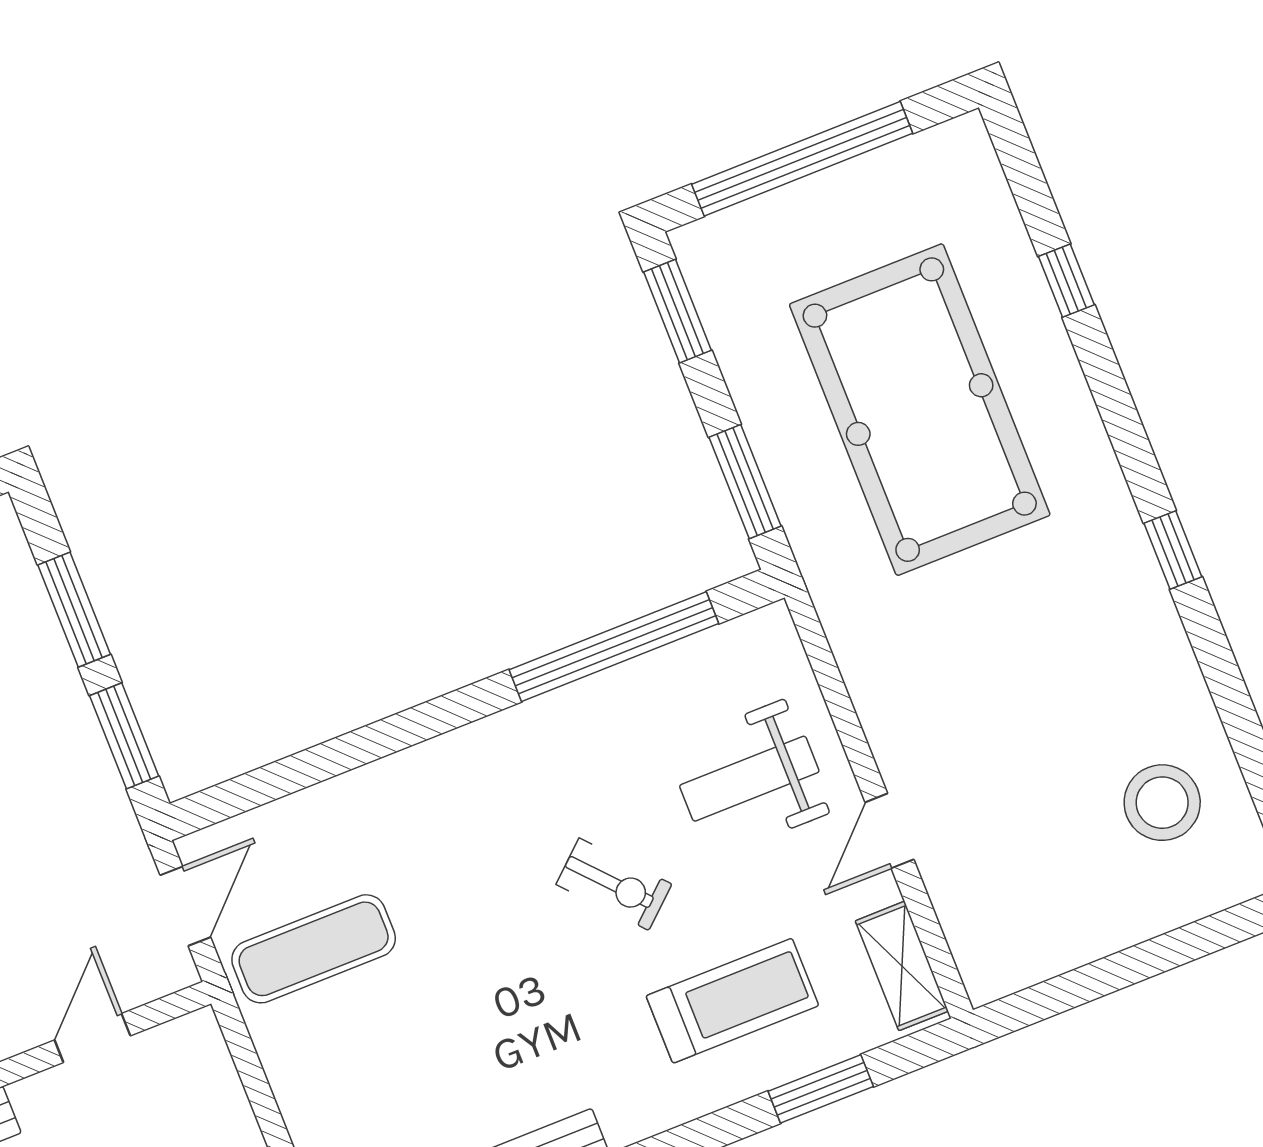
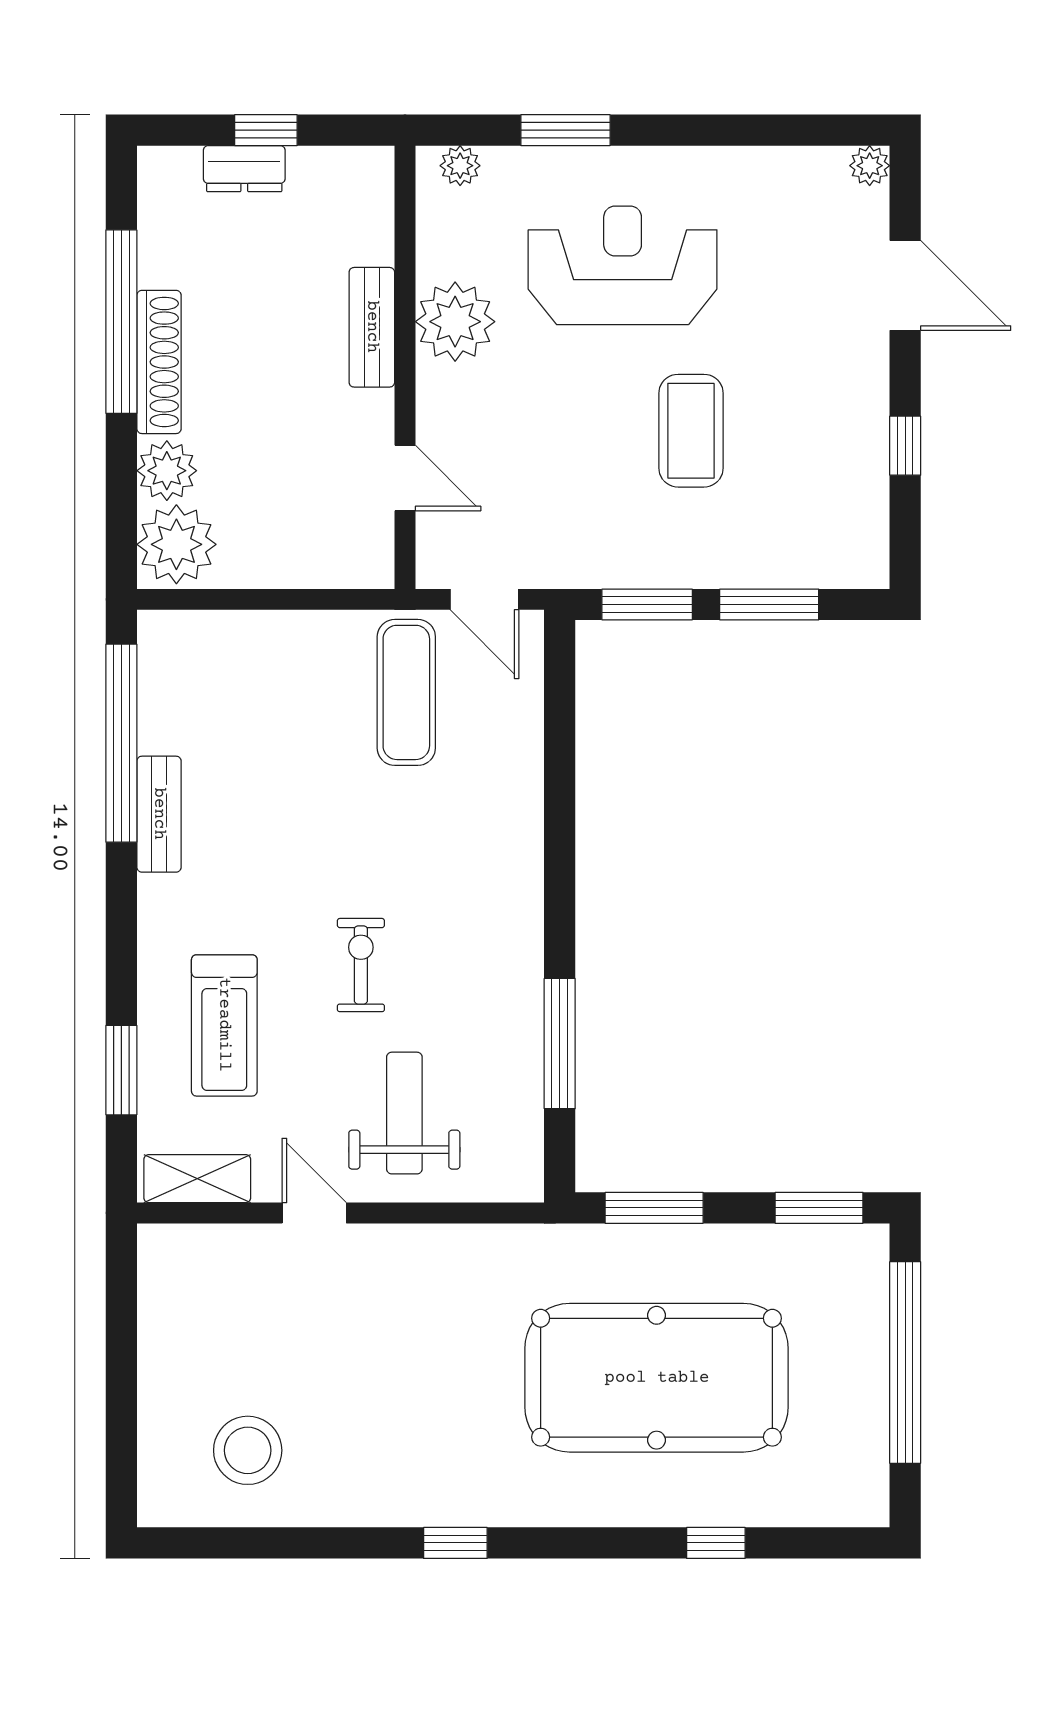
window: (614, 647) -> (560, 1044), width x0.68
exercise bike: (614, 884) -> (361, 965), turned 132

